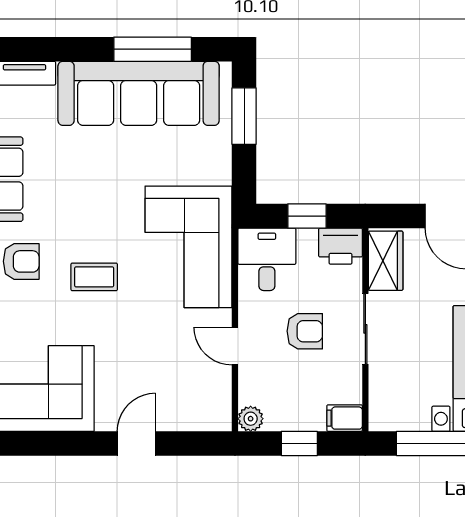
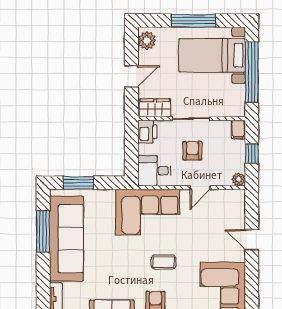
window: (307, 216) -> (131, 149), removed
coffee table: (94, 277) -> (164, 262), turned 90

